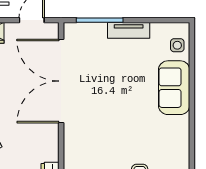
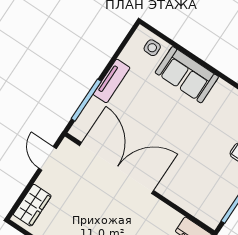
double door: (61, 81) -> (117, 168), swing flipped

